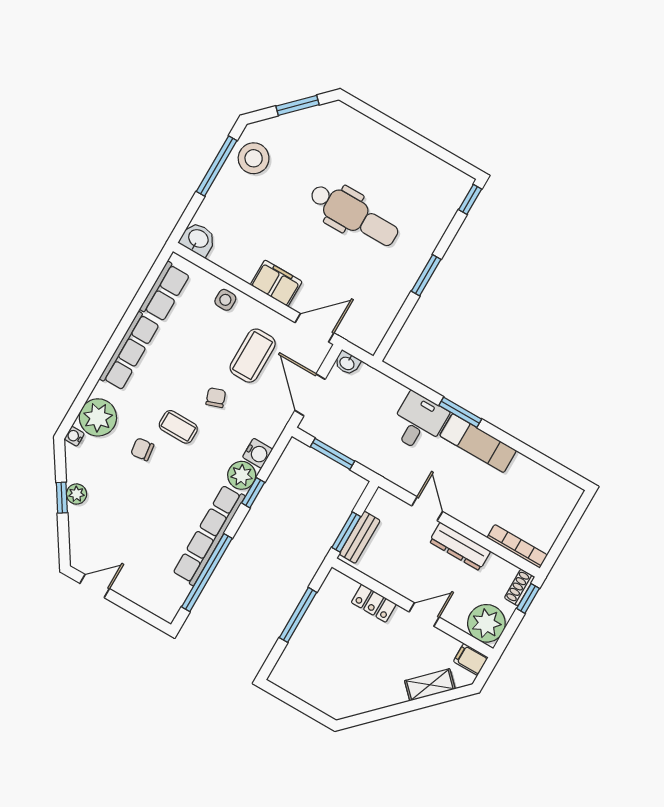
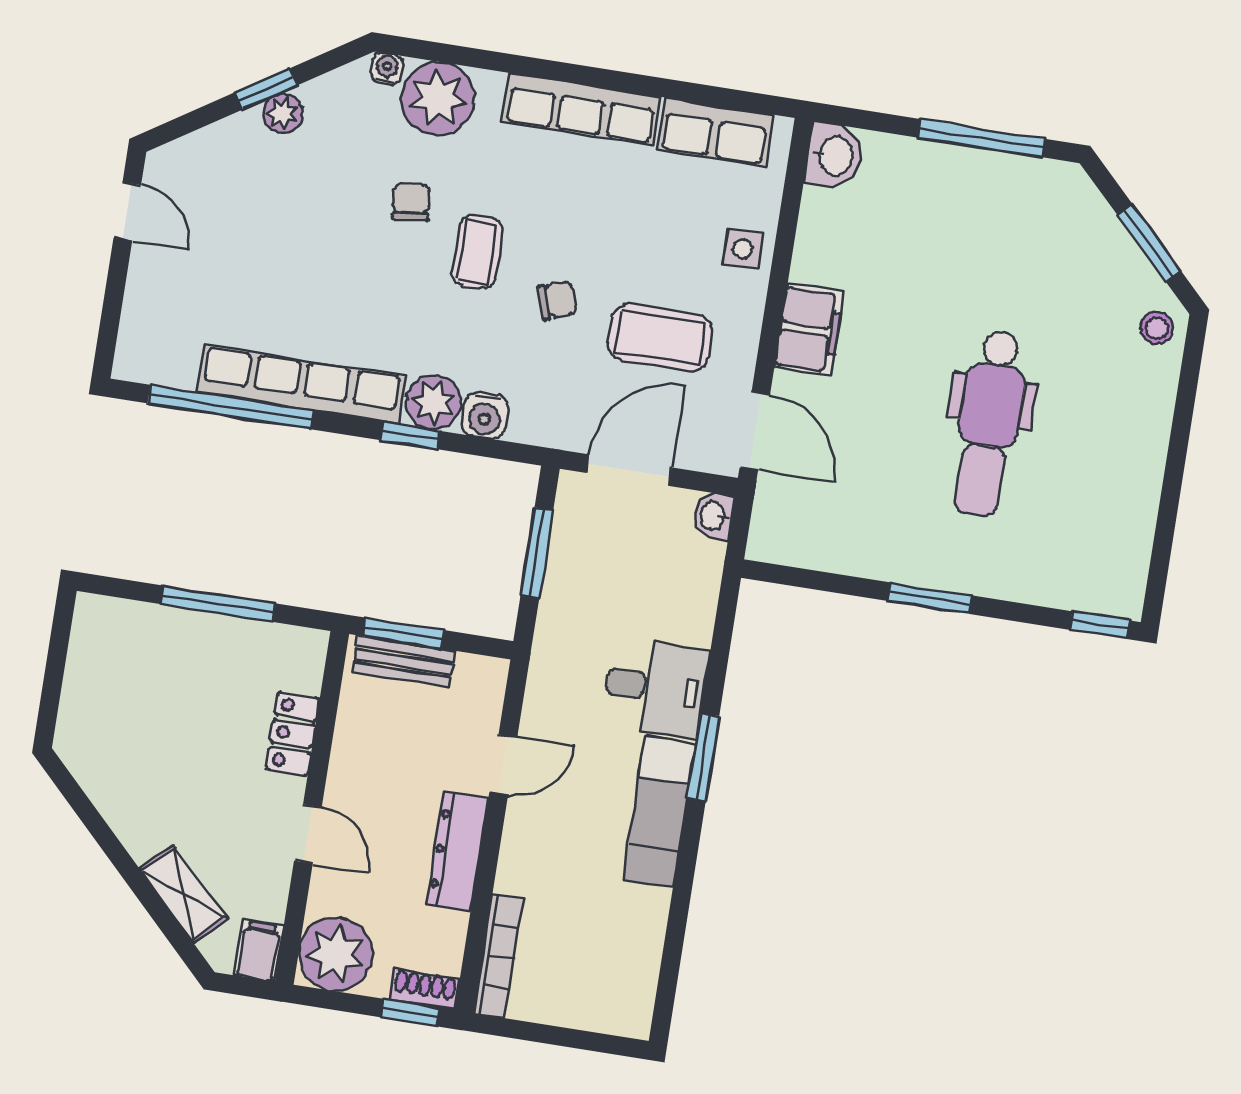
stool: (254, 158) -> (1157, 328), moved, width x0.53, depth x0.53

